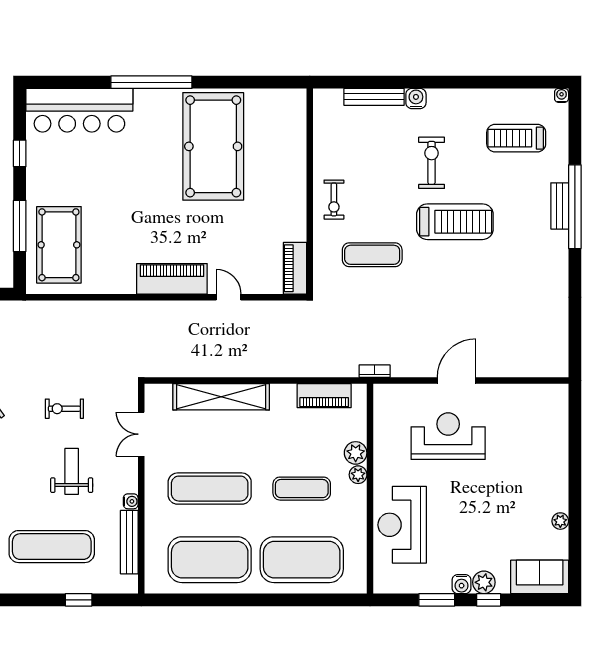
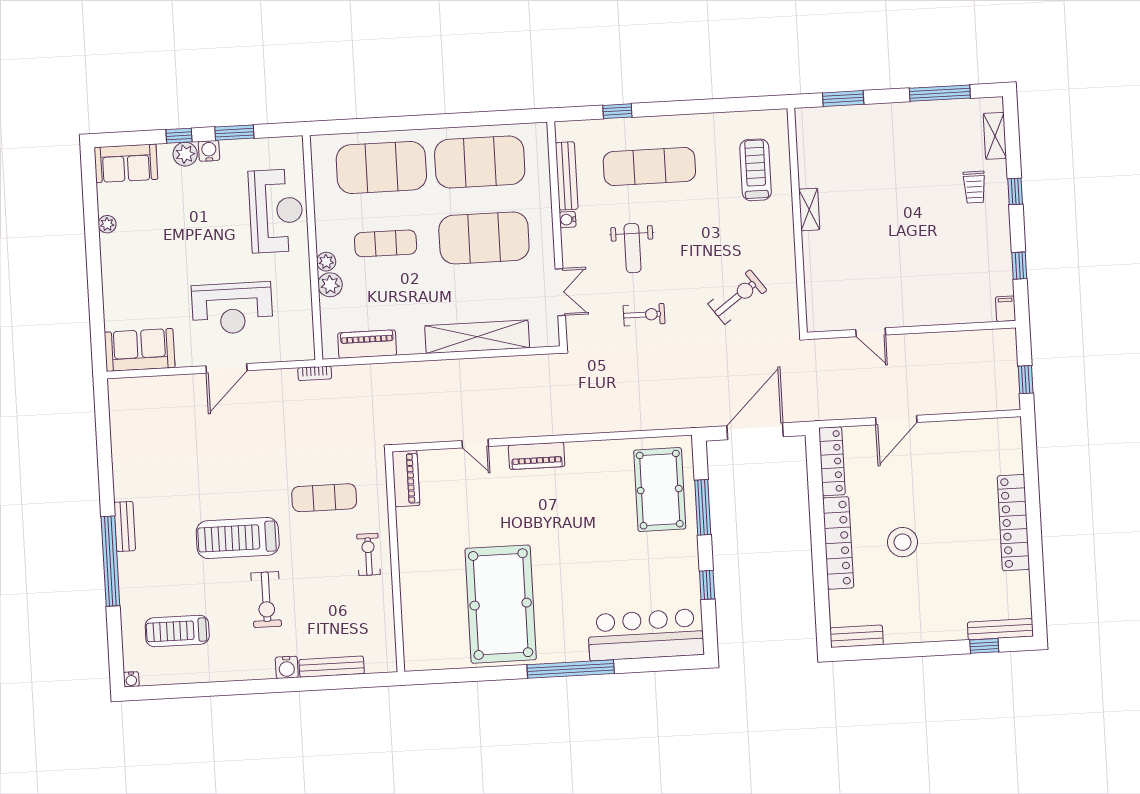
treadmill: (516, 138) -> (177, 631), turned 180
bench: (560, 206) -> (125, 526), moved
piano: (172, 279) -> (537, 456), width x0.73, depth x0.75
sofa: (537, 402) -> (140, 350), added
exercise mat: (210, 489) -> (484, 238), width x1.47

